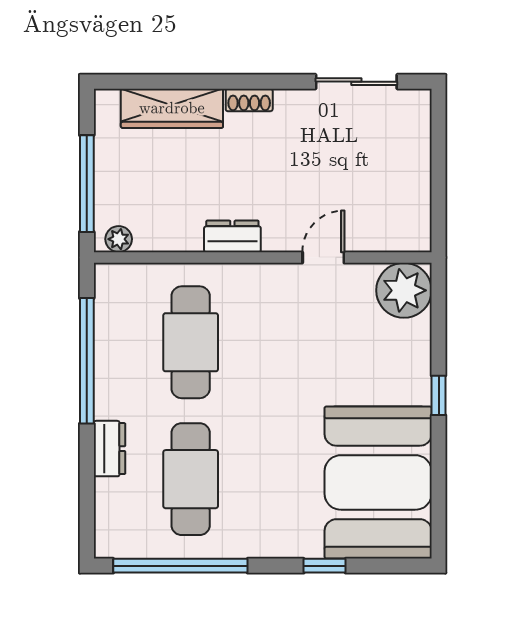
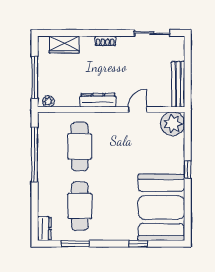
wardrobe: (172, 108) -> (64, 45), width x0.67
bench: (417, 199) -> (178, 84), added
dresser: (232, 236) -> (98, 100), width x1.44
dresser: (109, 449) -> (44, 228), moved
window: (180, 566) -> (75, 244), width x0.47

